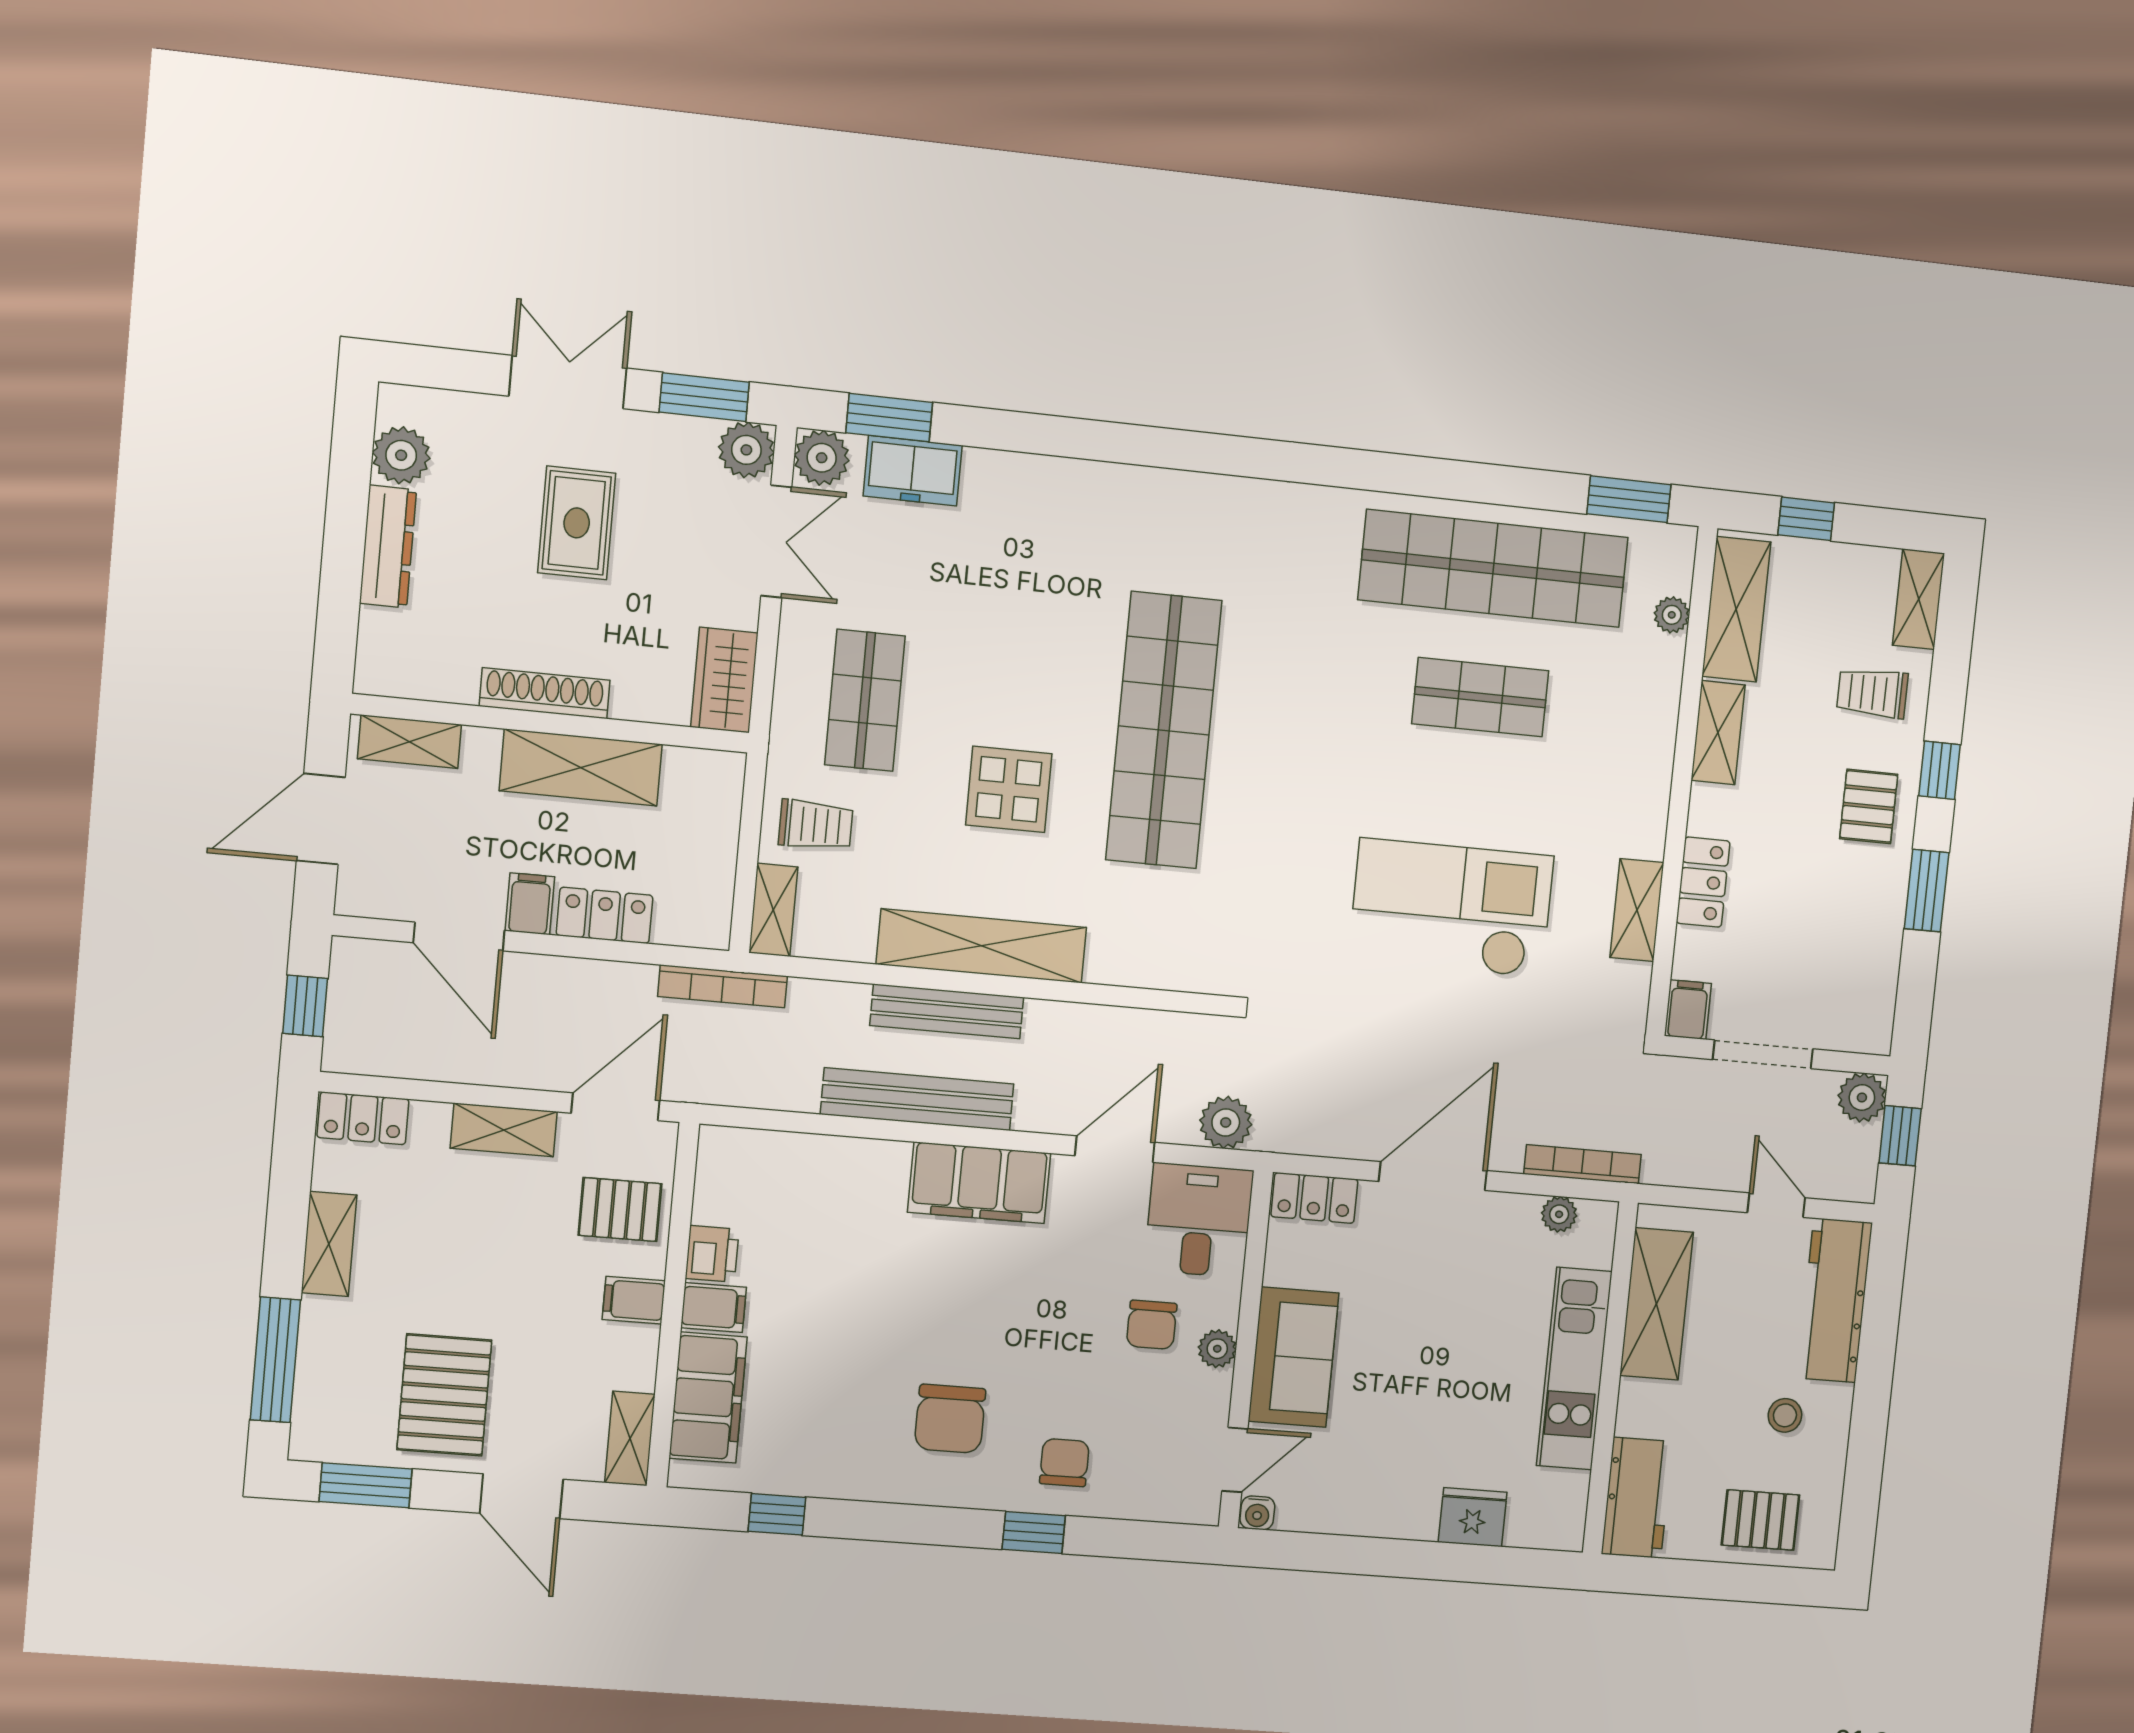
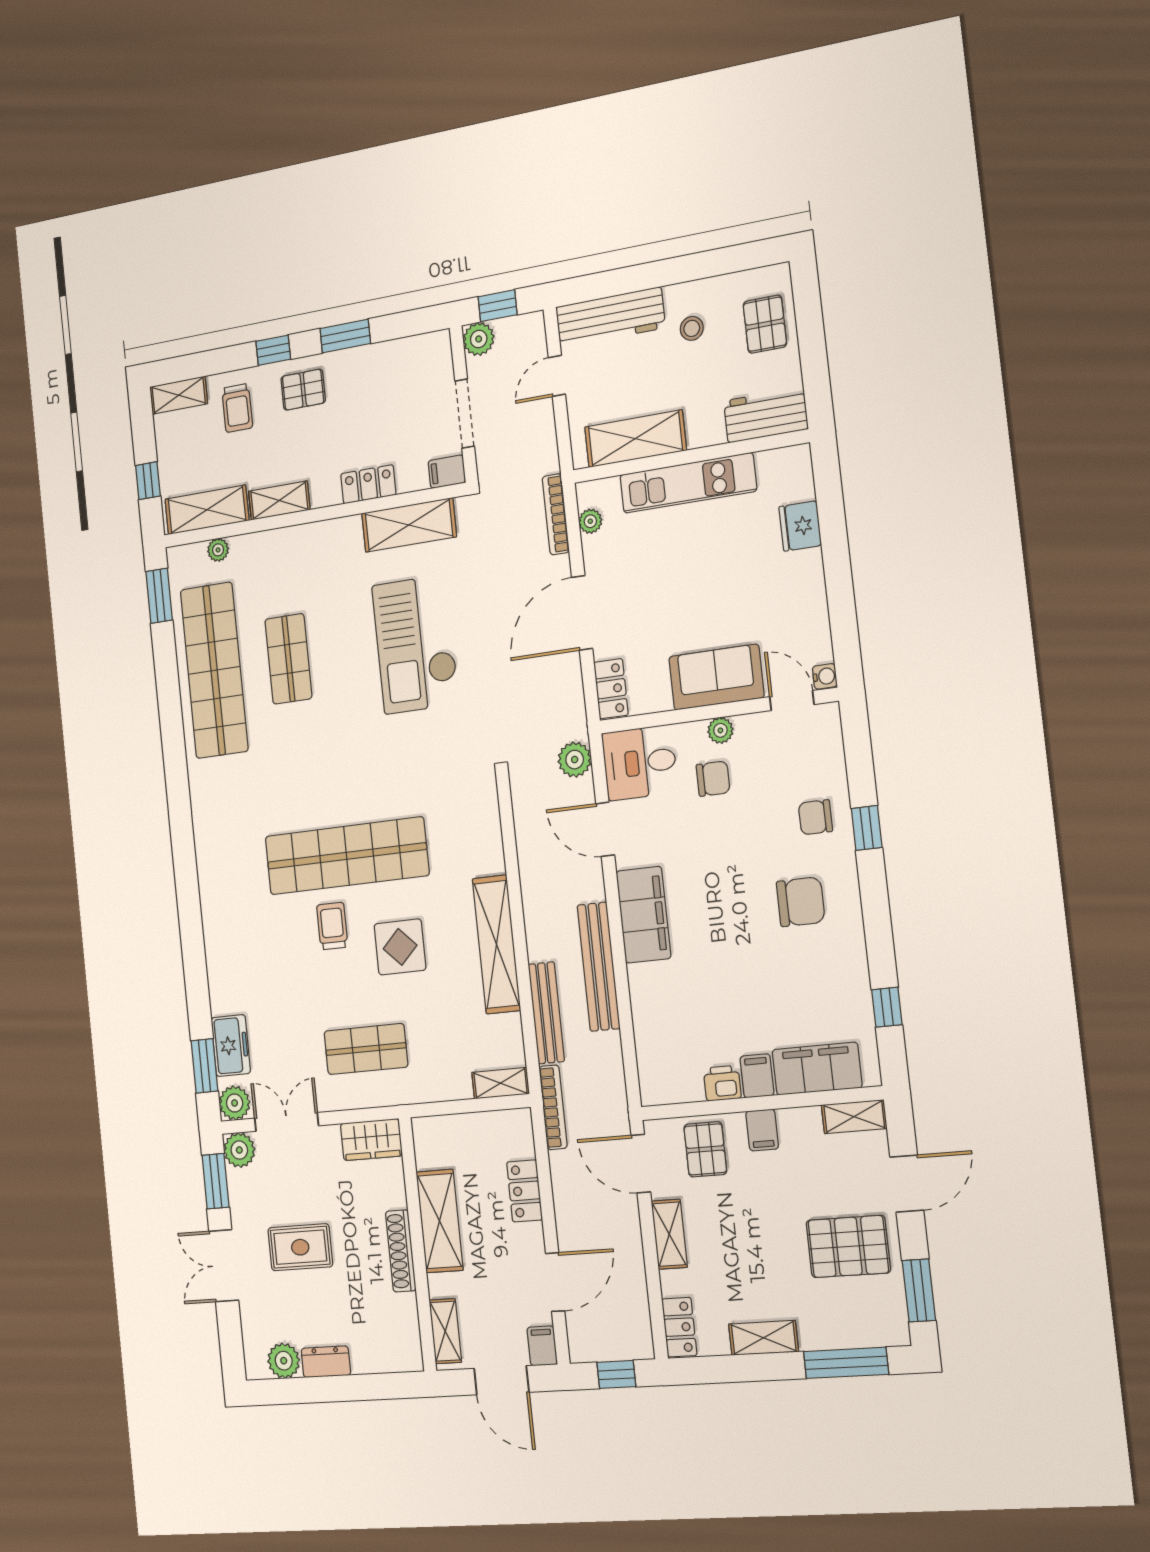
dresser: (388, 547) -> (326, 1362), width x0.70
trolley: (816, 825) -> (332, 926), moved
filing cabinet: (530, 904) -> (542, 1346), moved, turned 90
shelving: (1637, 910) -> (409, 525), width x1.50, depth x1.33
bench: (947, 1011) -> (546, 1013), moved
door: (1433, 1176) -> (582, 613), hinge flipped

